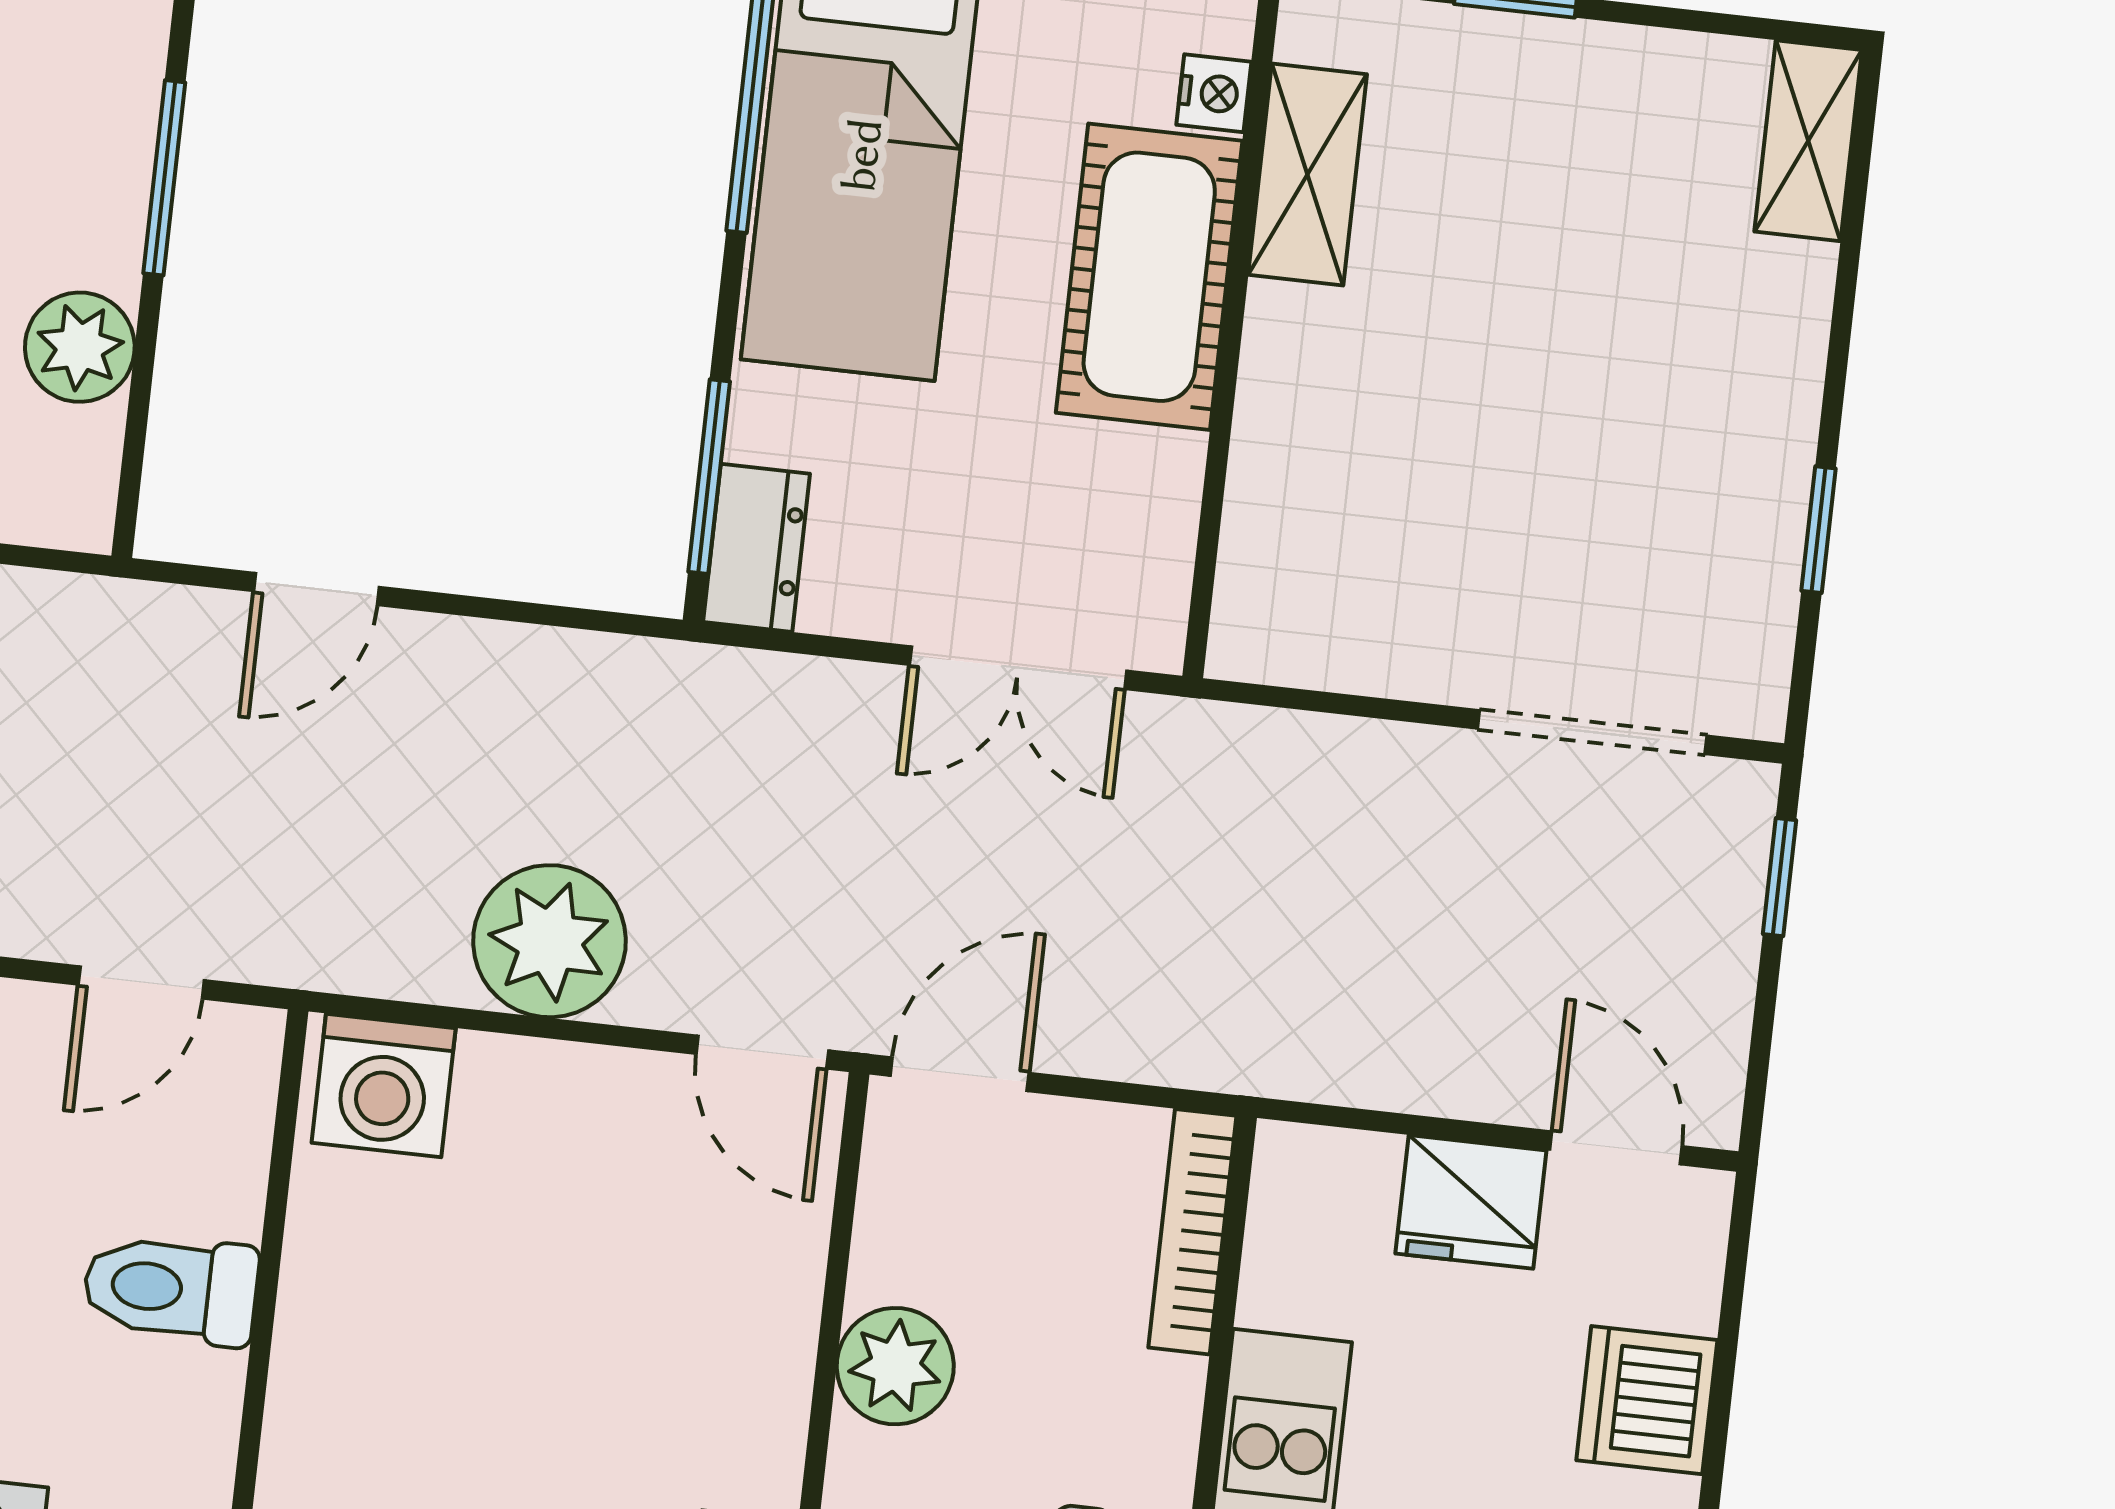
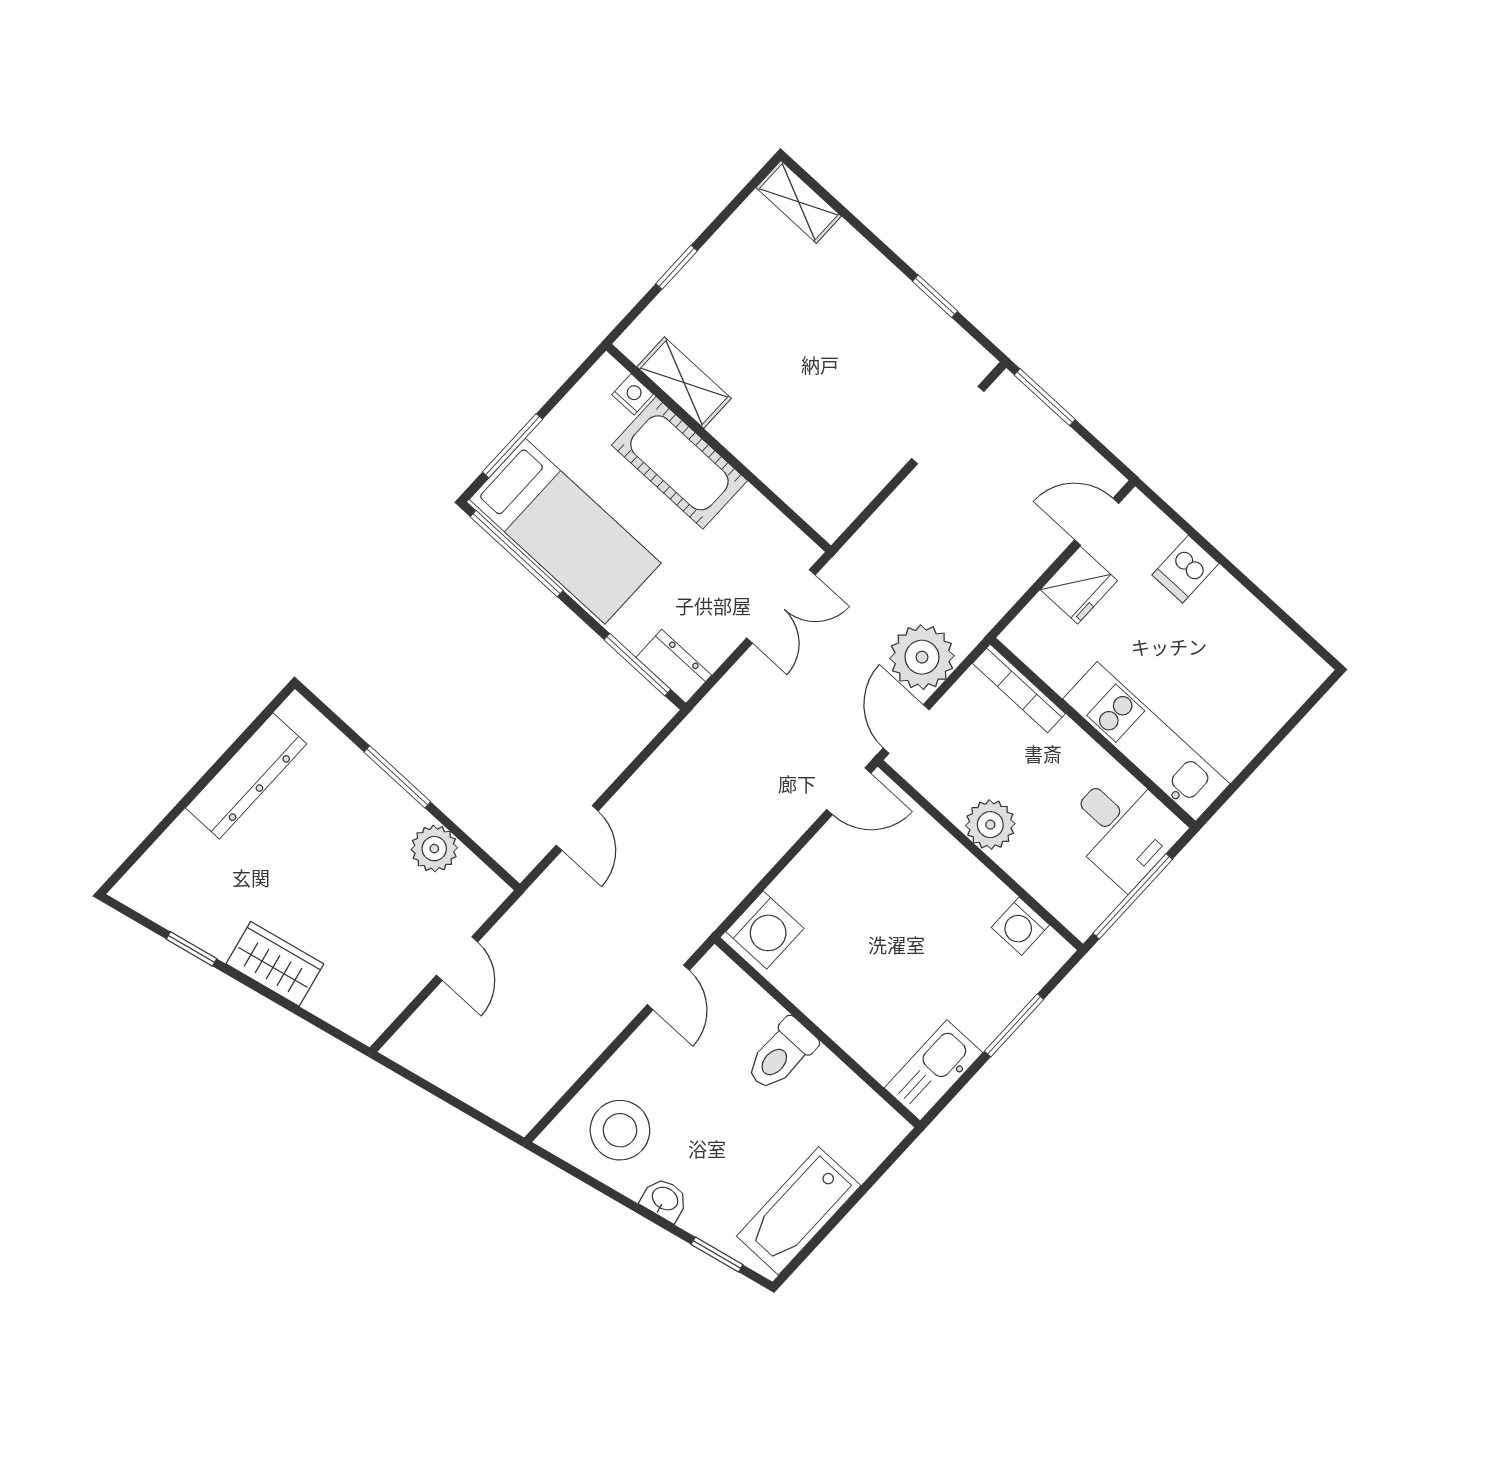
window: (1780, 877) -> (1045, 397), width x1.50
plant: (549, 941) -> (922, 657), moved
dishwasher: (1647, 1400) -> (1185, 569), width x0.73

